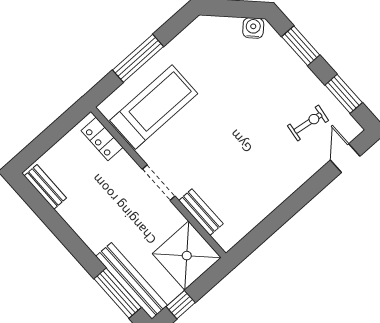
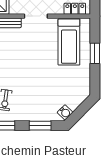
window: (138, 58) -> (95, 53), width x0.69

